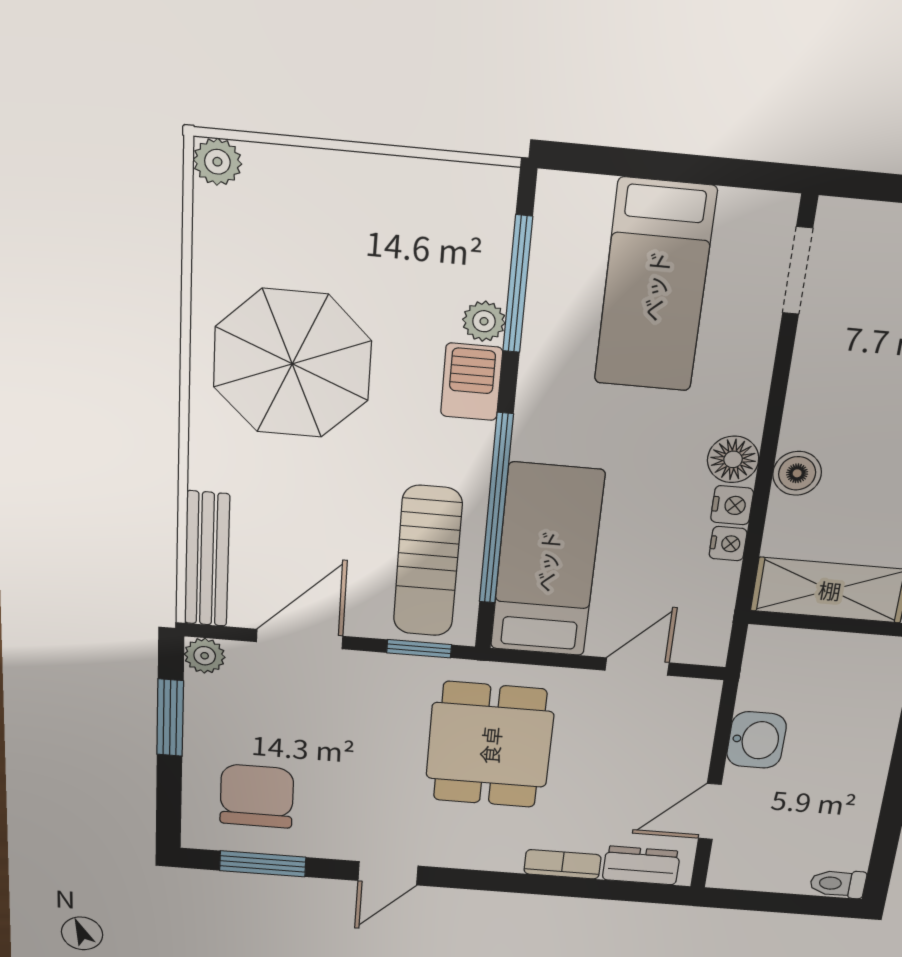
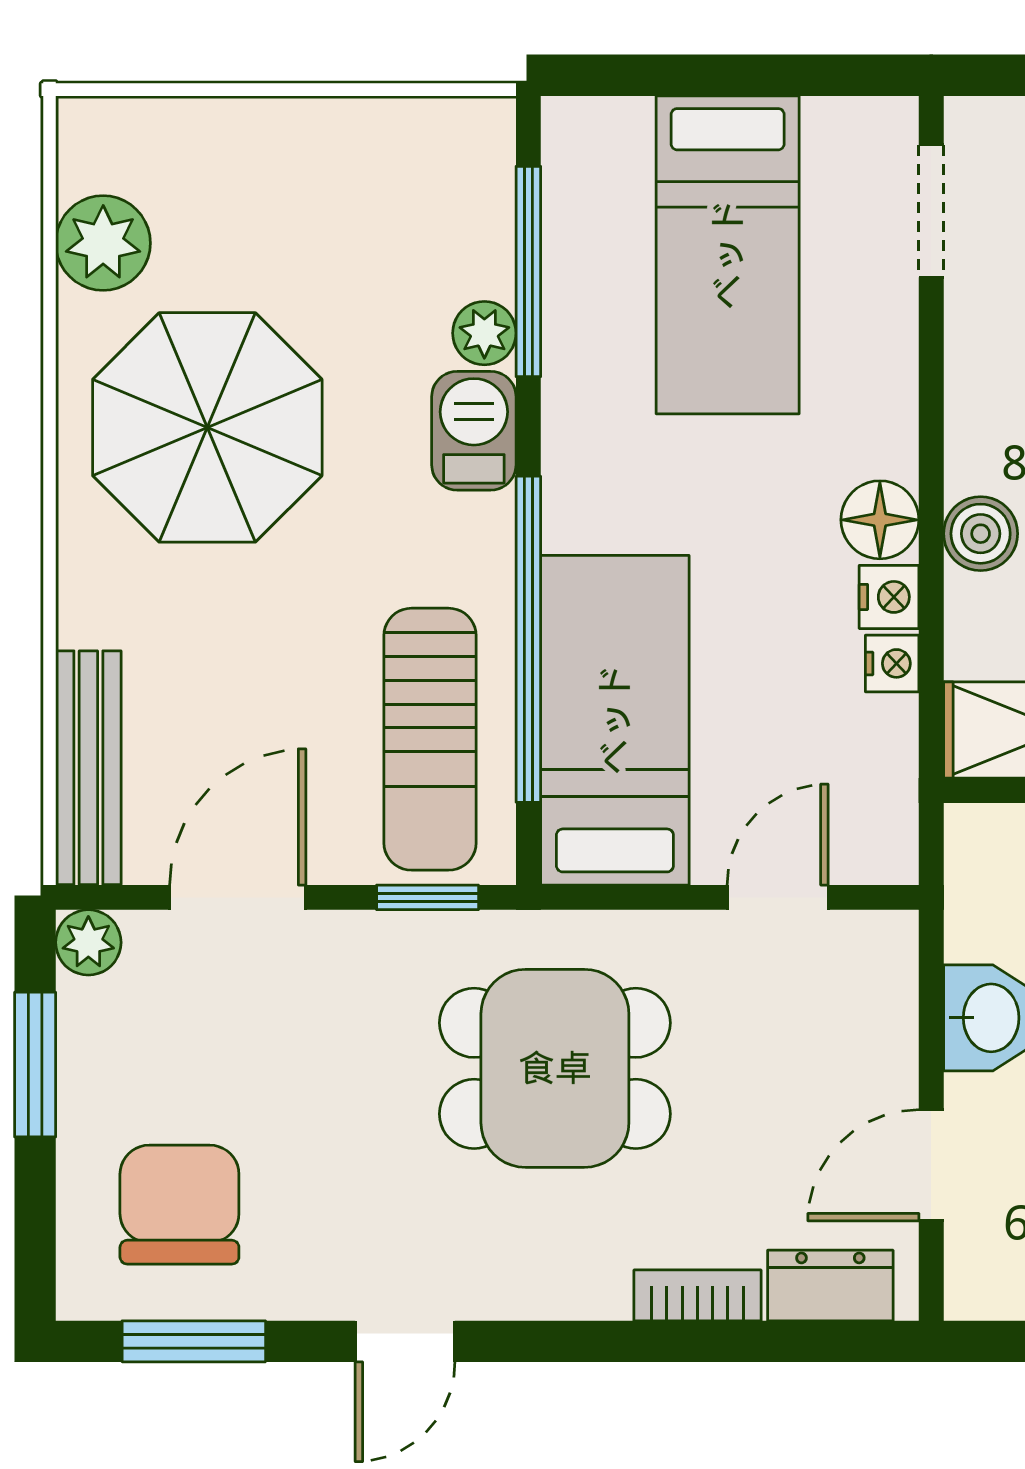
plant: (217, 162) -> (103, 243), moved, width x1.38, depth x1.38
dining table: (490, 745) -> (555, 1068), turned 90

